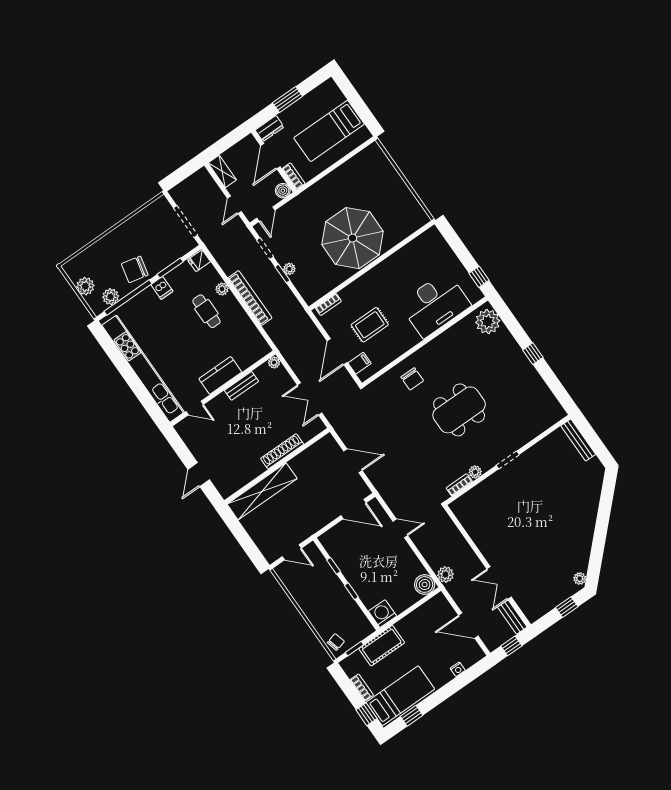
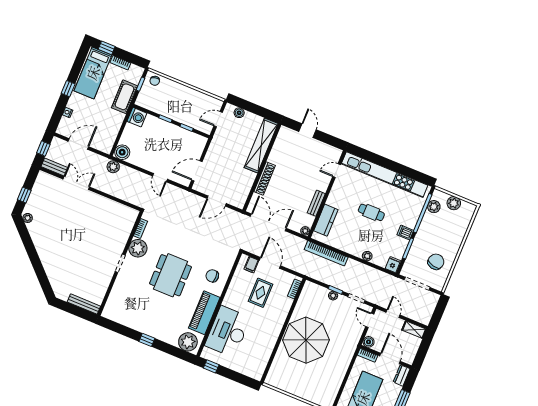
chair: (135, 269) -> (436, 262), moved
bookcase: (250, 298) -> (326, 253), moved
cafe table: (206, 311) -> (371, 212), moved
piano: (448, 343) -> (204, 313), added
kitchen counter: (220, 375) -> (326, 220), moved
double door: (310, 399) -> (268, 222), width x1.37
plant: (475, 472) -> (138, 248), width x1.88, depth x1.88
door: (400, 528) -> (160, 178), hinge flipped
boiler: (263, 544) -> (239, 113), added
window: (412, 716) -> (68, 89), moved

